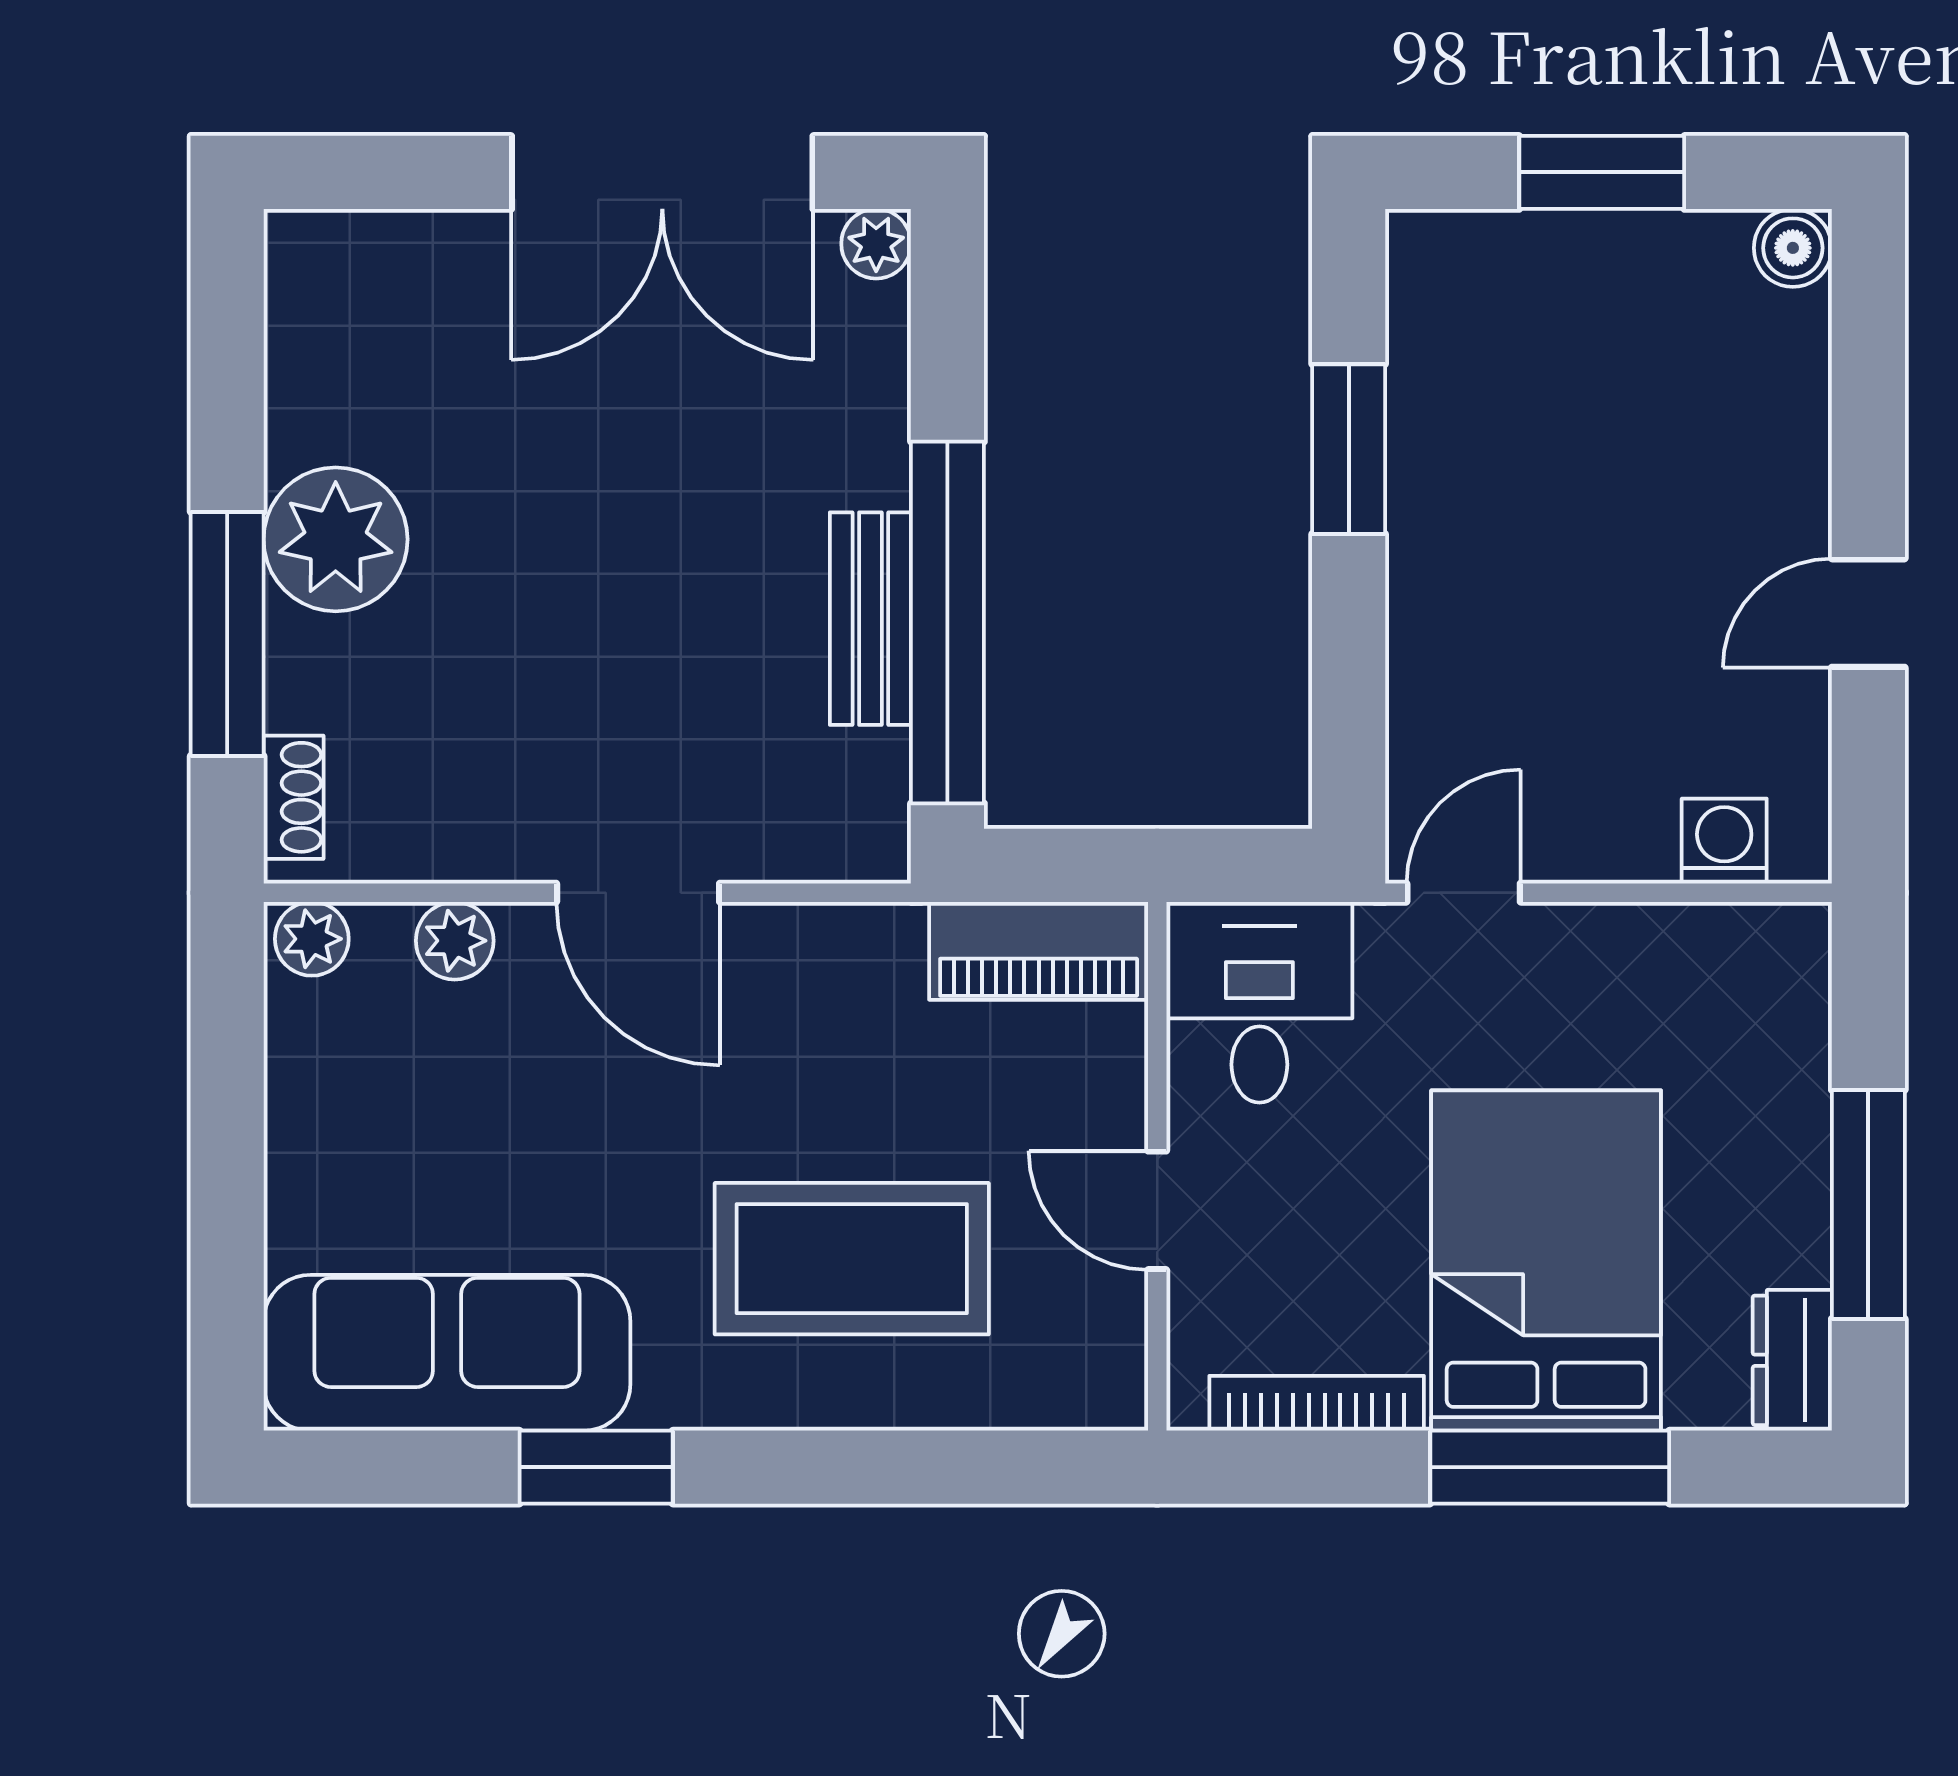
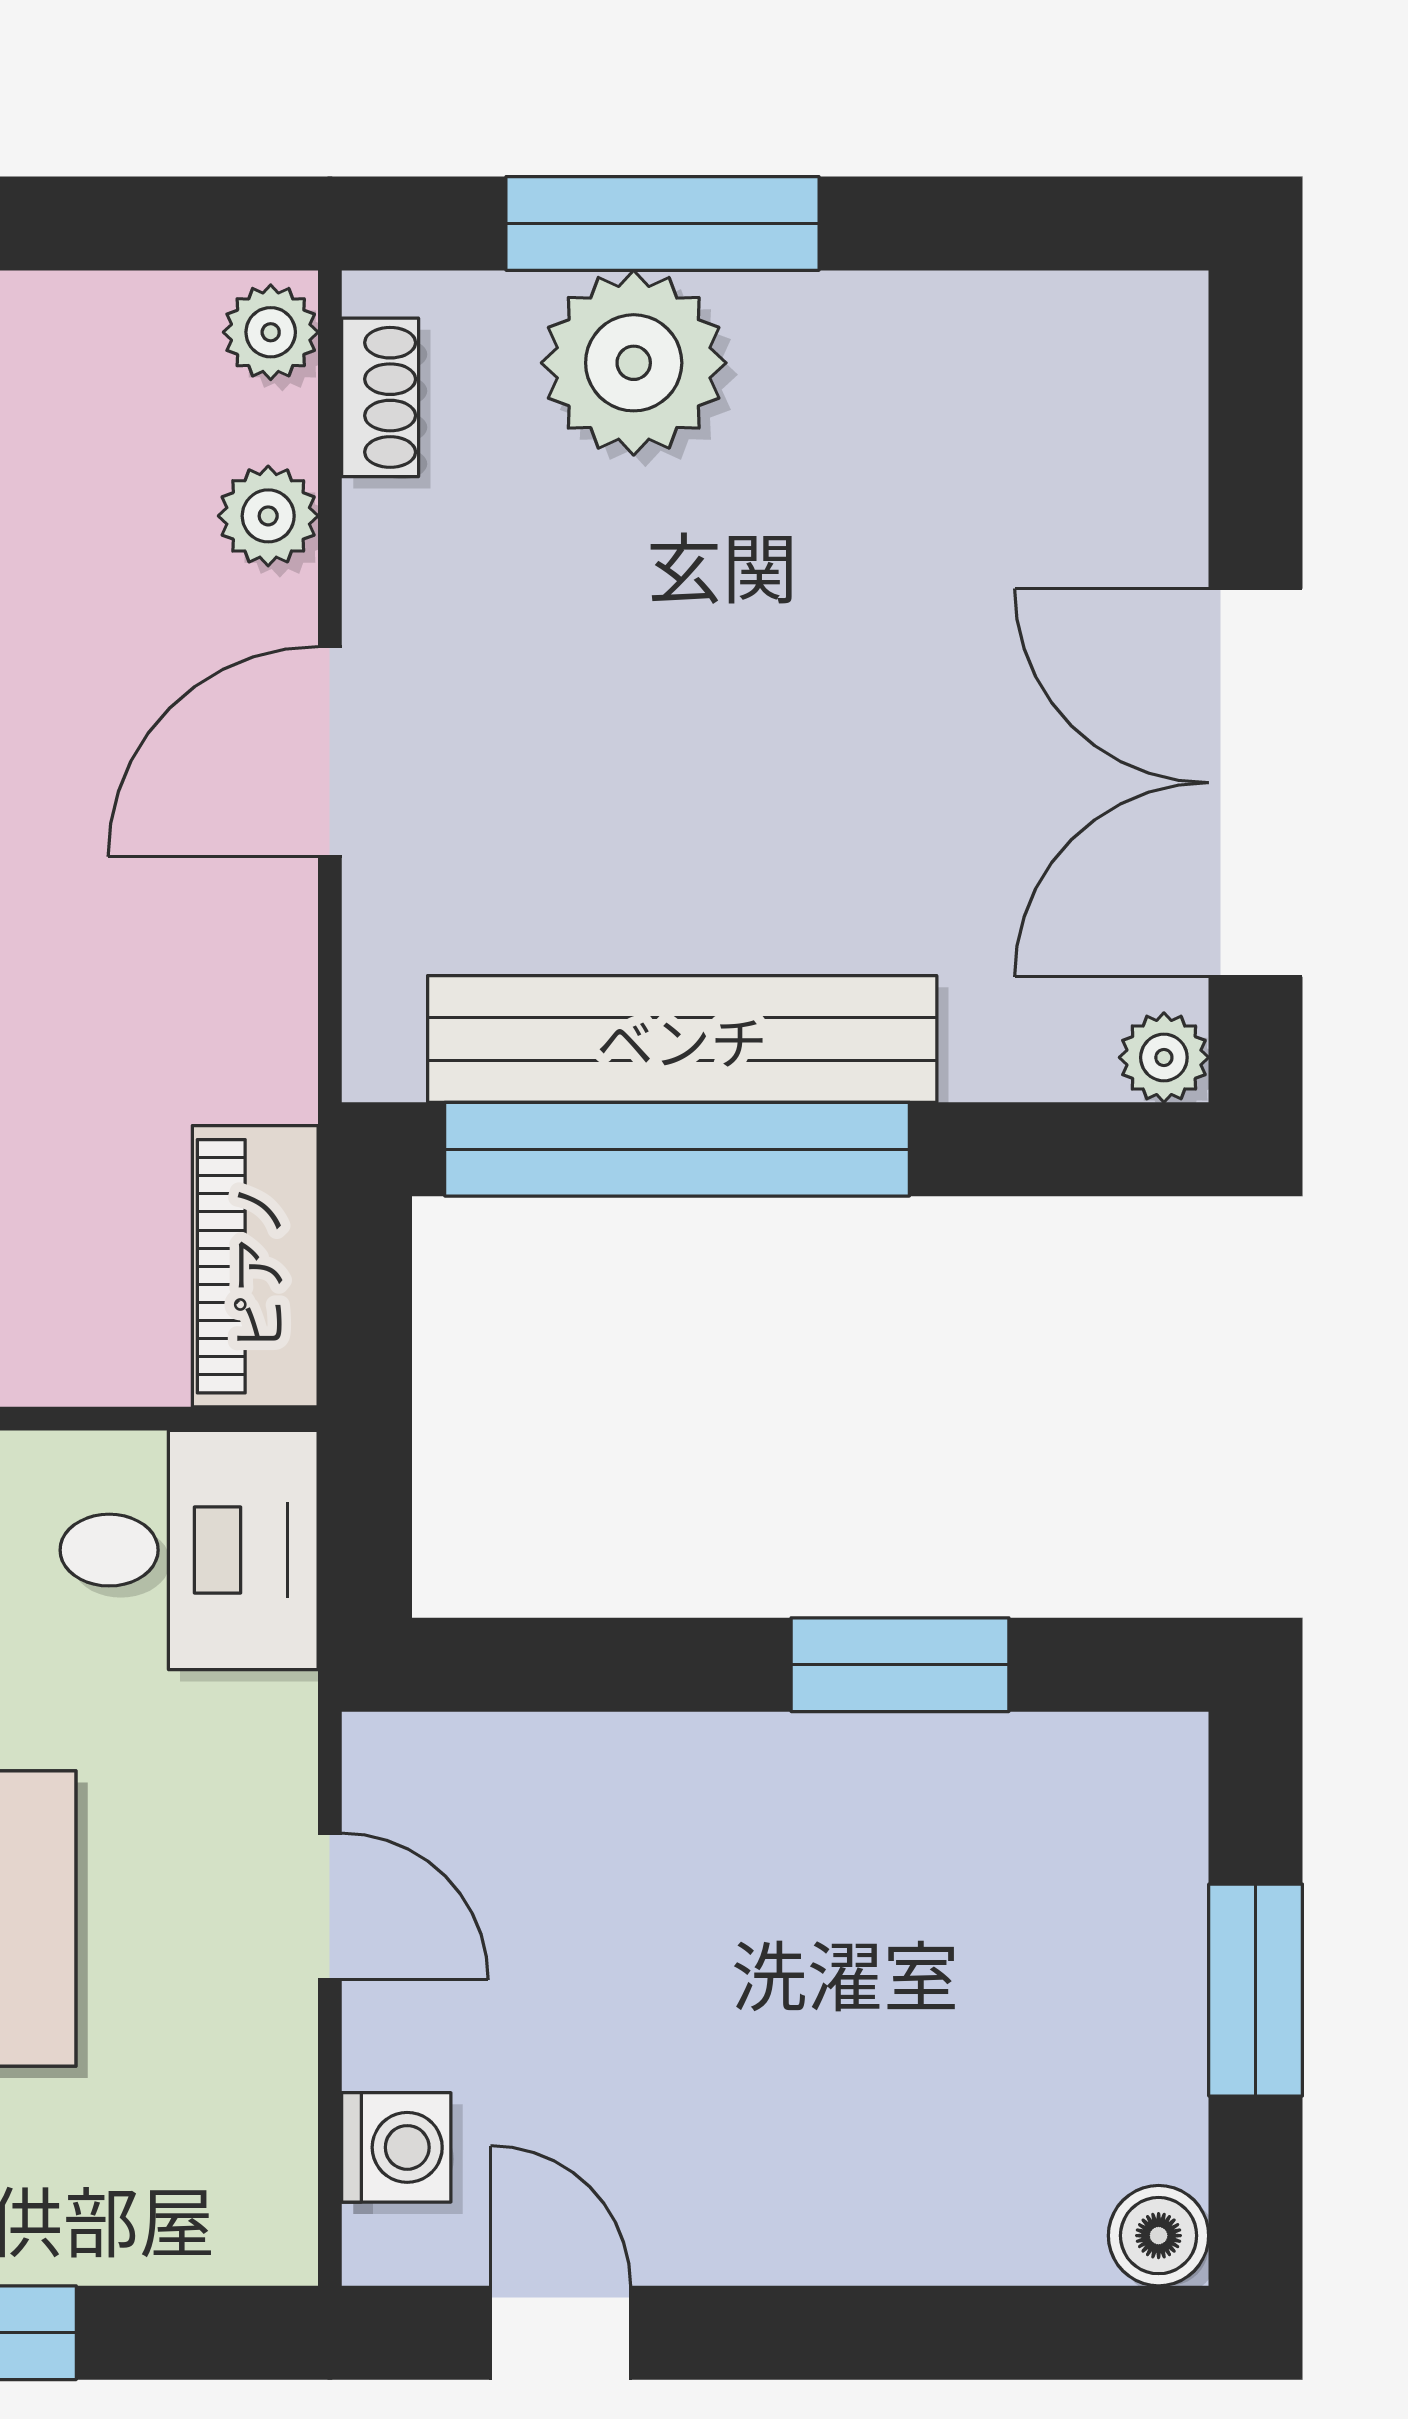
plant: (336, 539) -> (634, 363), moved
door: (1868, 613) -> (561, 2333), moved
bench: (870, 619) -> (682, 1039), width x1.86, depth x1.21
shoe rack: (294, 797) -> (380, 397), moved, turned -90
door: (1464, 893) -> (330, 1906), moved

